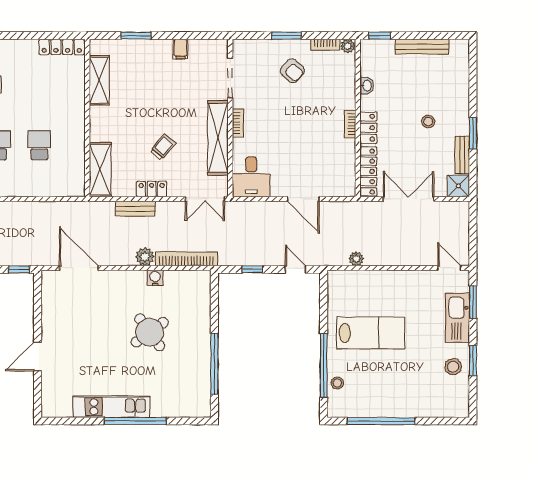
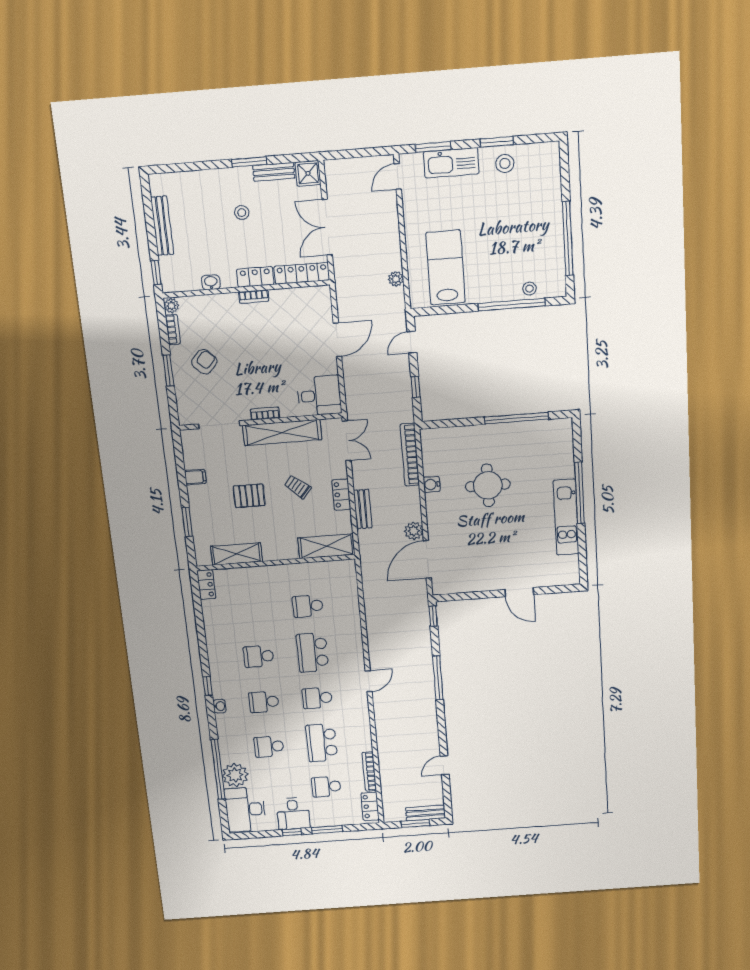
locker: (62, 47) -> (206, 585), width x0.66
pallet: (157, 99) -> (249, 496), added
plant: (145, 257) -> (414, 531), moved
round table: (150, 332) -> (488, 485), turned 36
lab bench: (371, 333) -> (446, 268), moved

